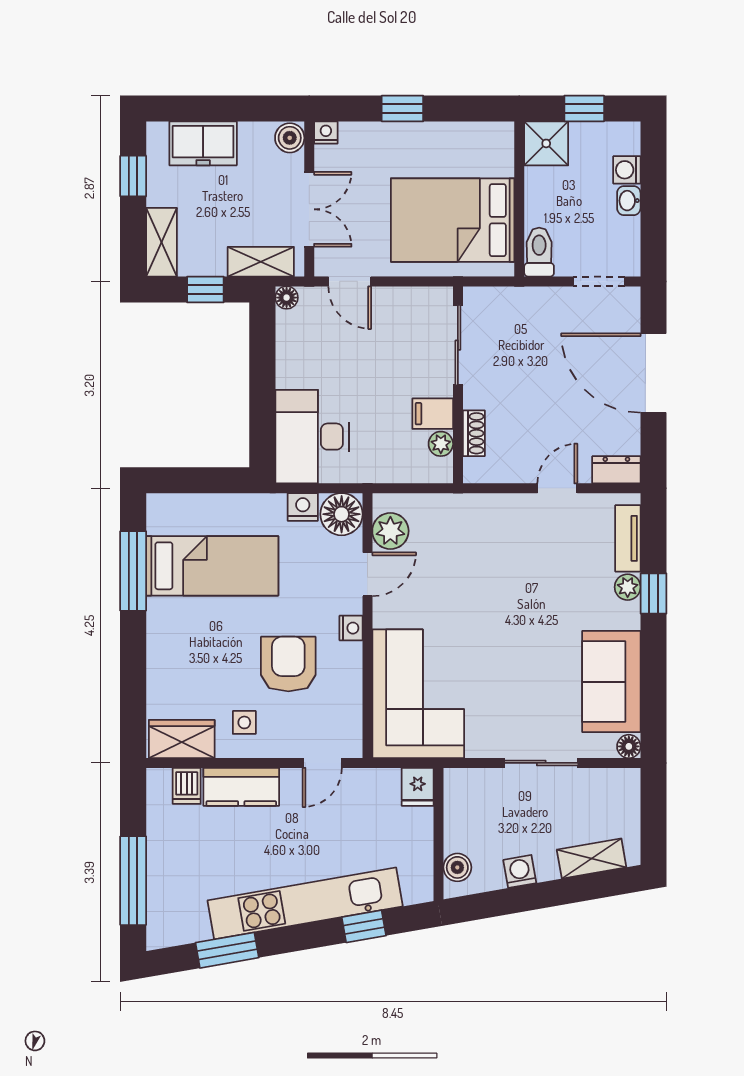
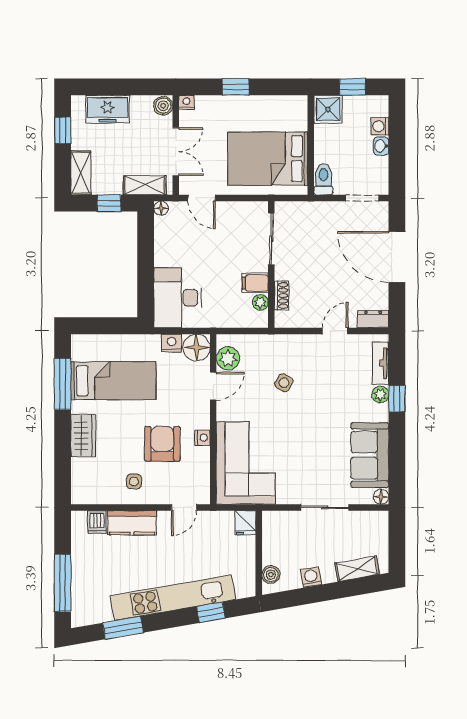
side table: (477, 569) -> (284, 383), added
nightstand: (351, 628) -> (203, 438), moved
wardrobe: (182, 739) -> (83, 436), moved, turned 90

